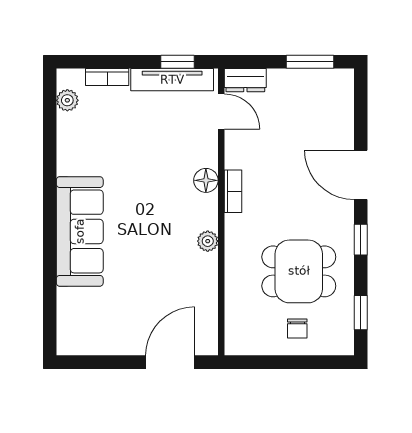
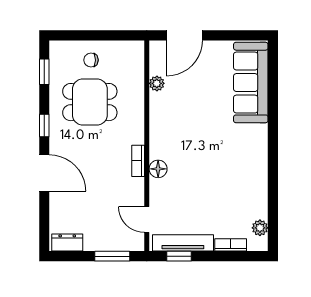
window: (310, 62) -> (112, 256), moved
dresser: (245, 80) -> (67, 243), moved
sofa: (80, 231) -> (251, 83), moved
plant: (208, 241) -> (157, 83), moved
chair: (297, 329) -> (91, 60), turned -90

